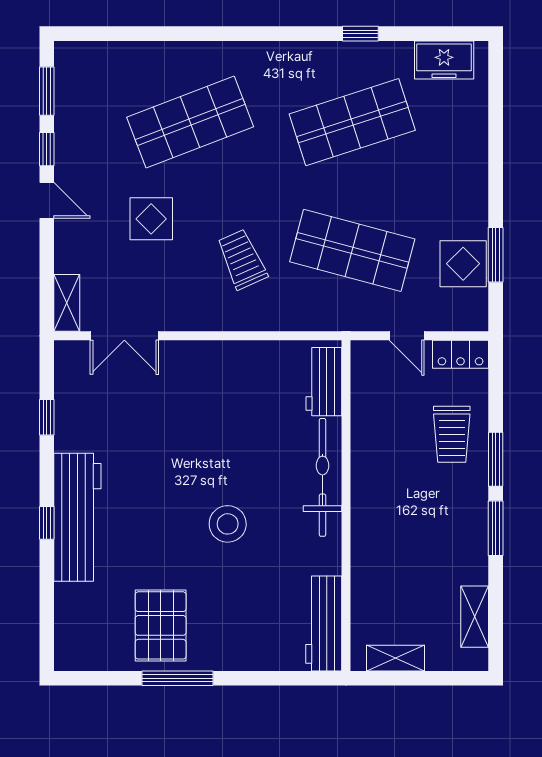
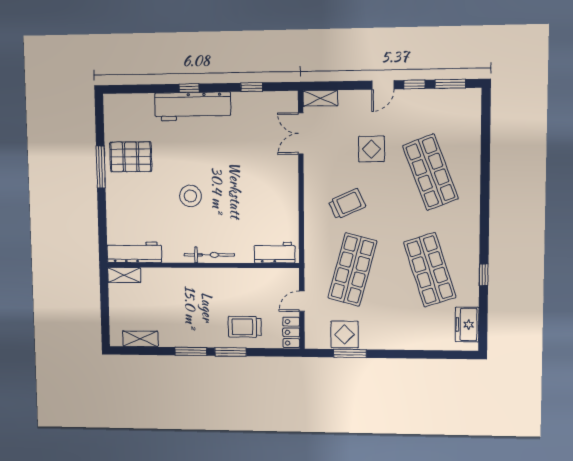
bicycle: (322, 477) -> (209, 255), width x0.73, depth x0.71
shelving: (395, 658) -> (124, 275), moved, turned 90

